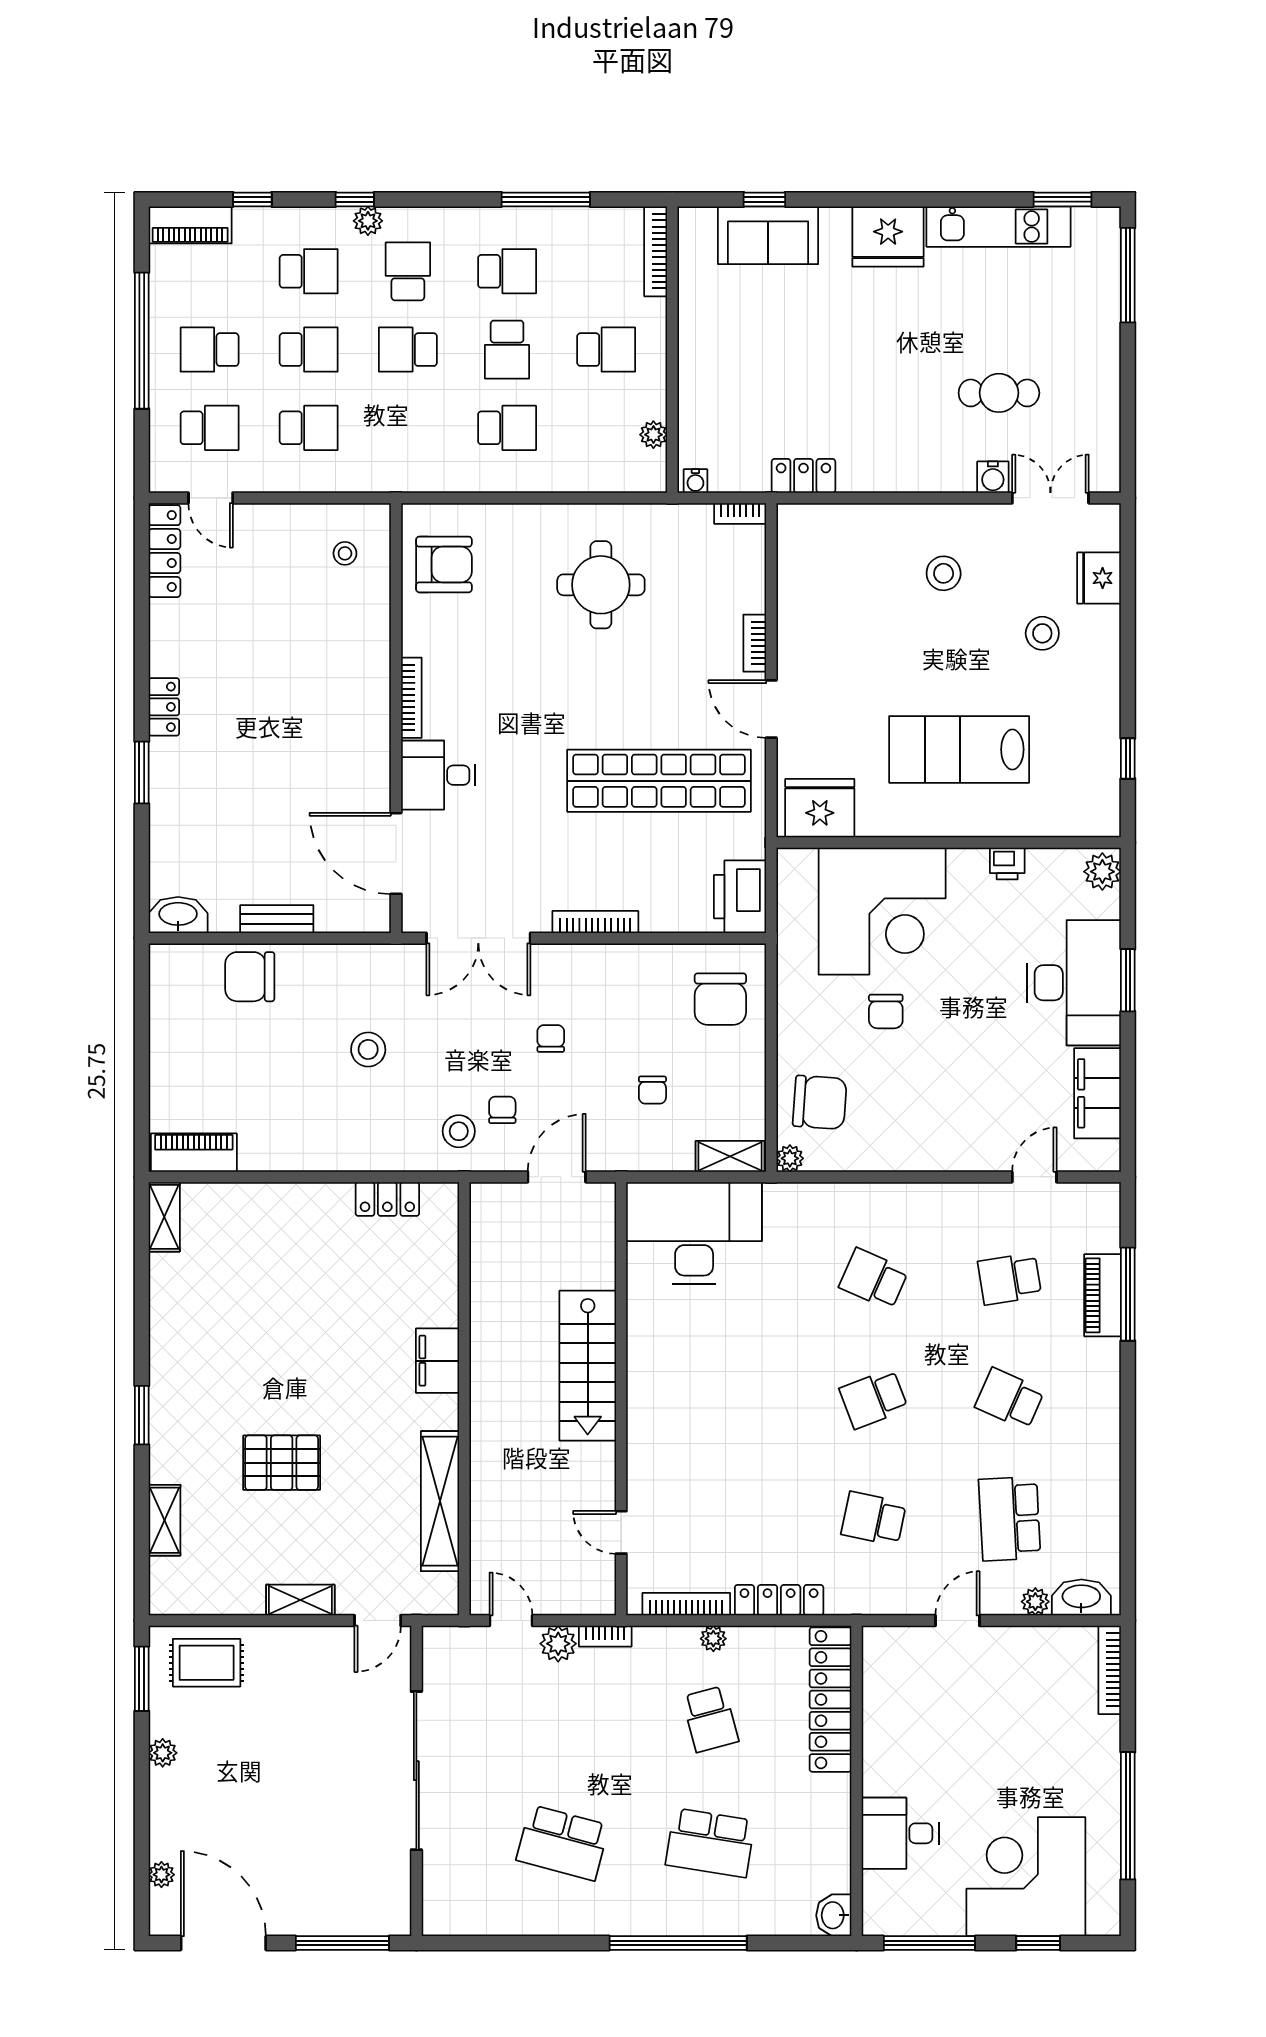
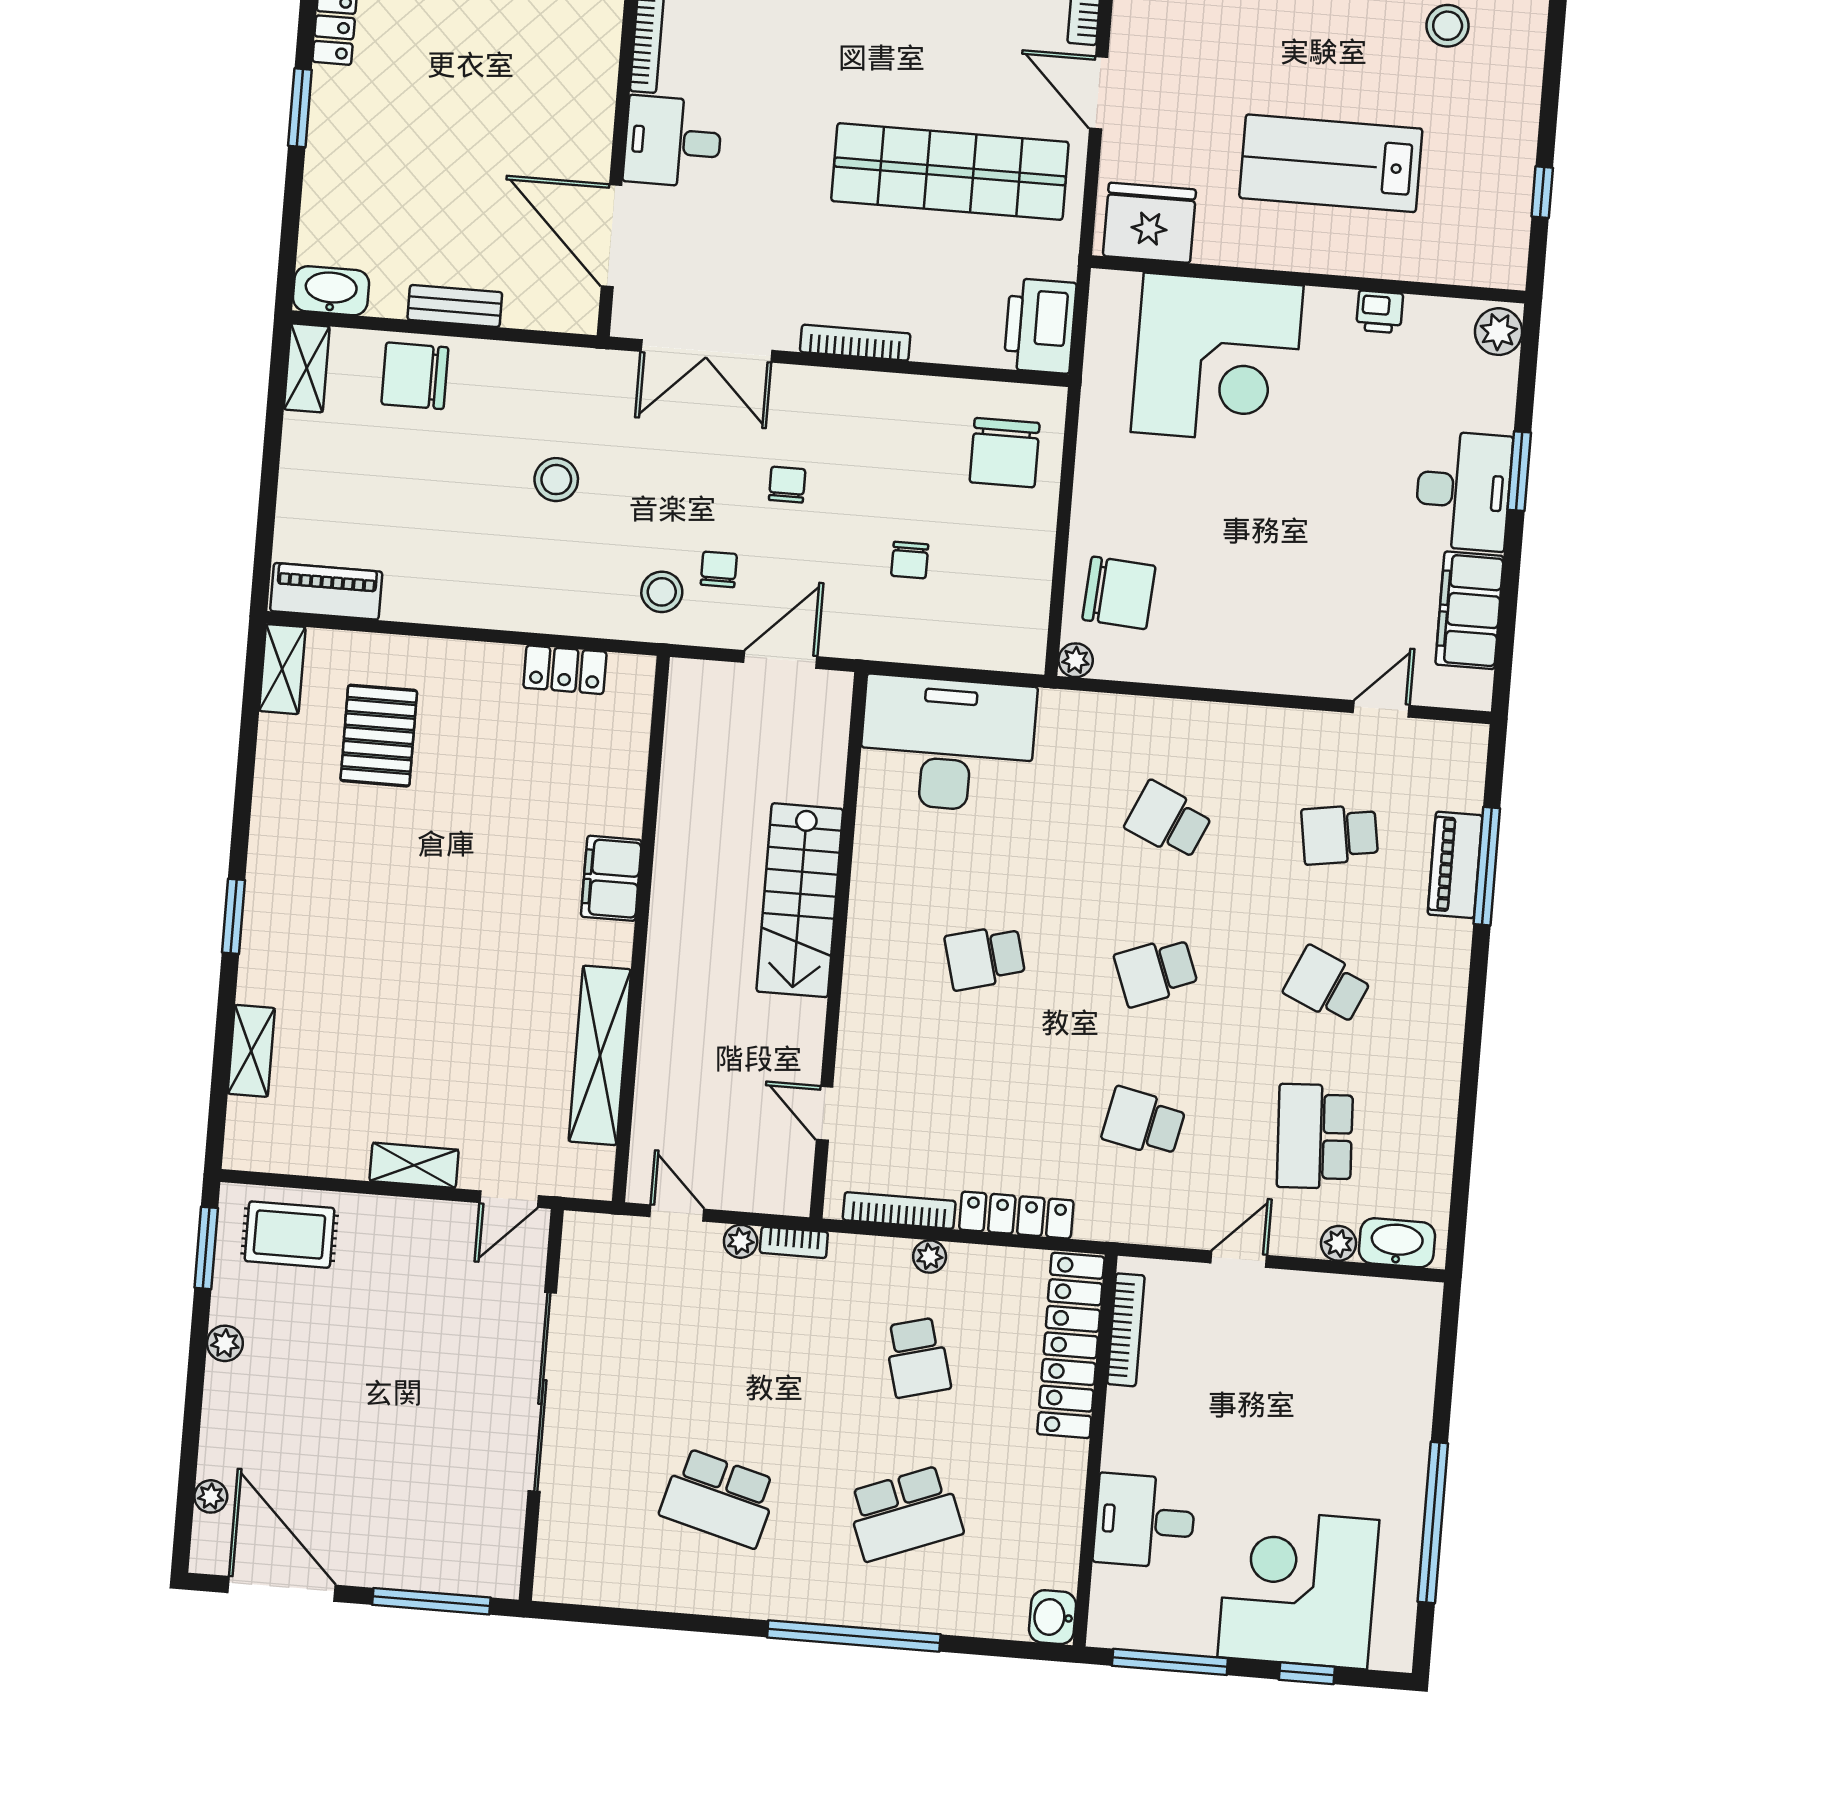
desk: (1074, 983) -> (1463, 491), width x0.73, depth x0.77
chair: (886, 1011) -> (1212, 485), removed
shelving: (730, 1156) -> (307, 368), moved, turned 90
school desk: (738, 1399) -> (985, 957), added
pallet: (282, 1463) -> (379, 736), moved, turned 90
plant: (558, 1644) -> (741, 1241), width x0.73, depth x0.73
bookcase: (1110, 1670) -> (1126, 1330), moved, turned 180
school desk: (710, 1843) -> (905, 1513), turned -30

